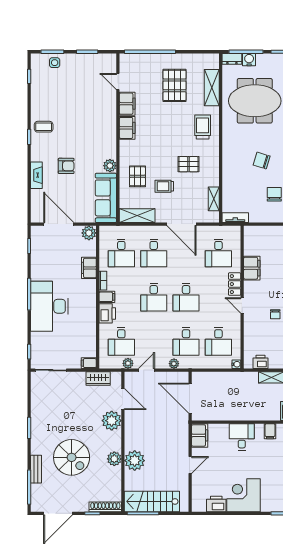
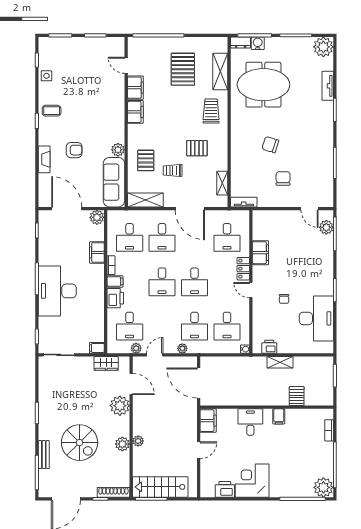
side table: (55, 63) -> (46, 76), moved
plant: (135, 461) -> (138, 441), width x0.53, depth x0.53

